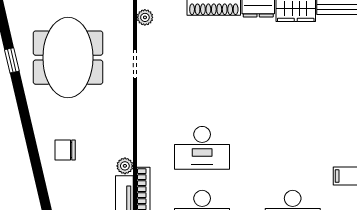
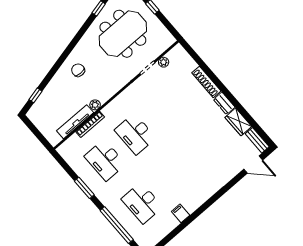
plant: (145, 17) -> (164, 62), moved

